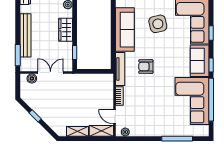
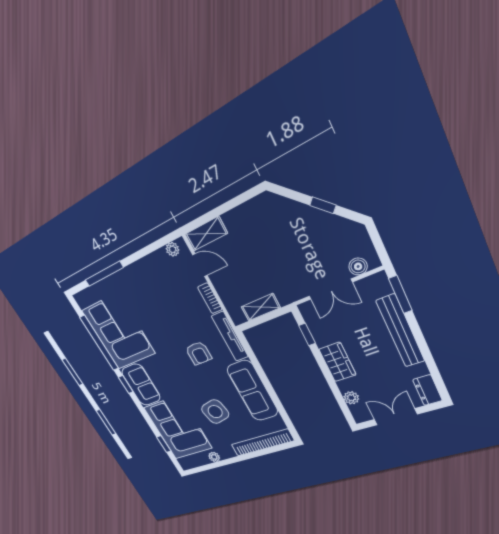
window: (211, 33) -> (164, 444), moved
armchair: (146, 67) -> (199, 353), turned 90
shelving: (77, 131) -> (261, 307), moved

